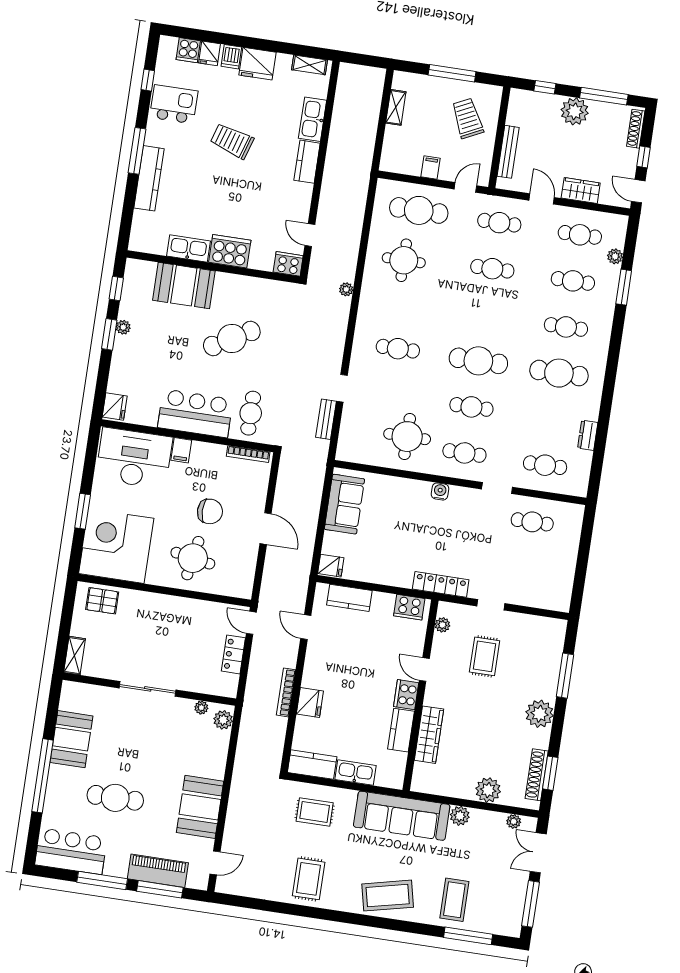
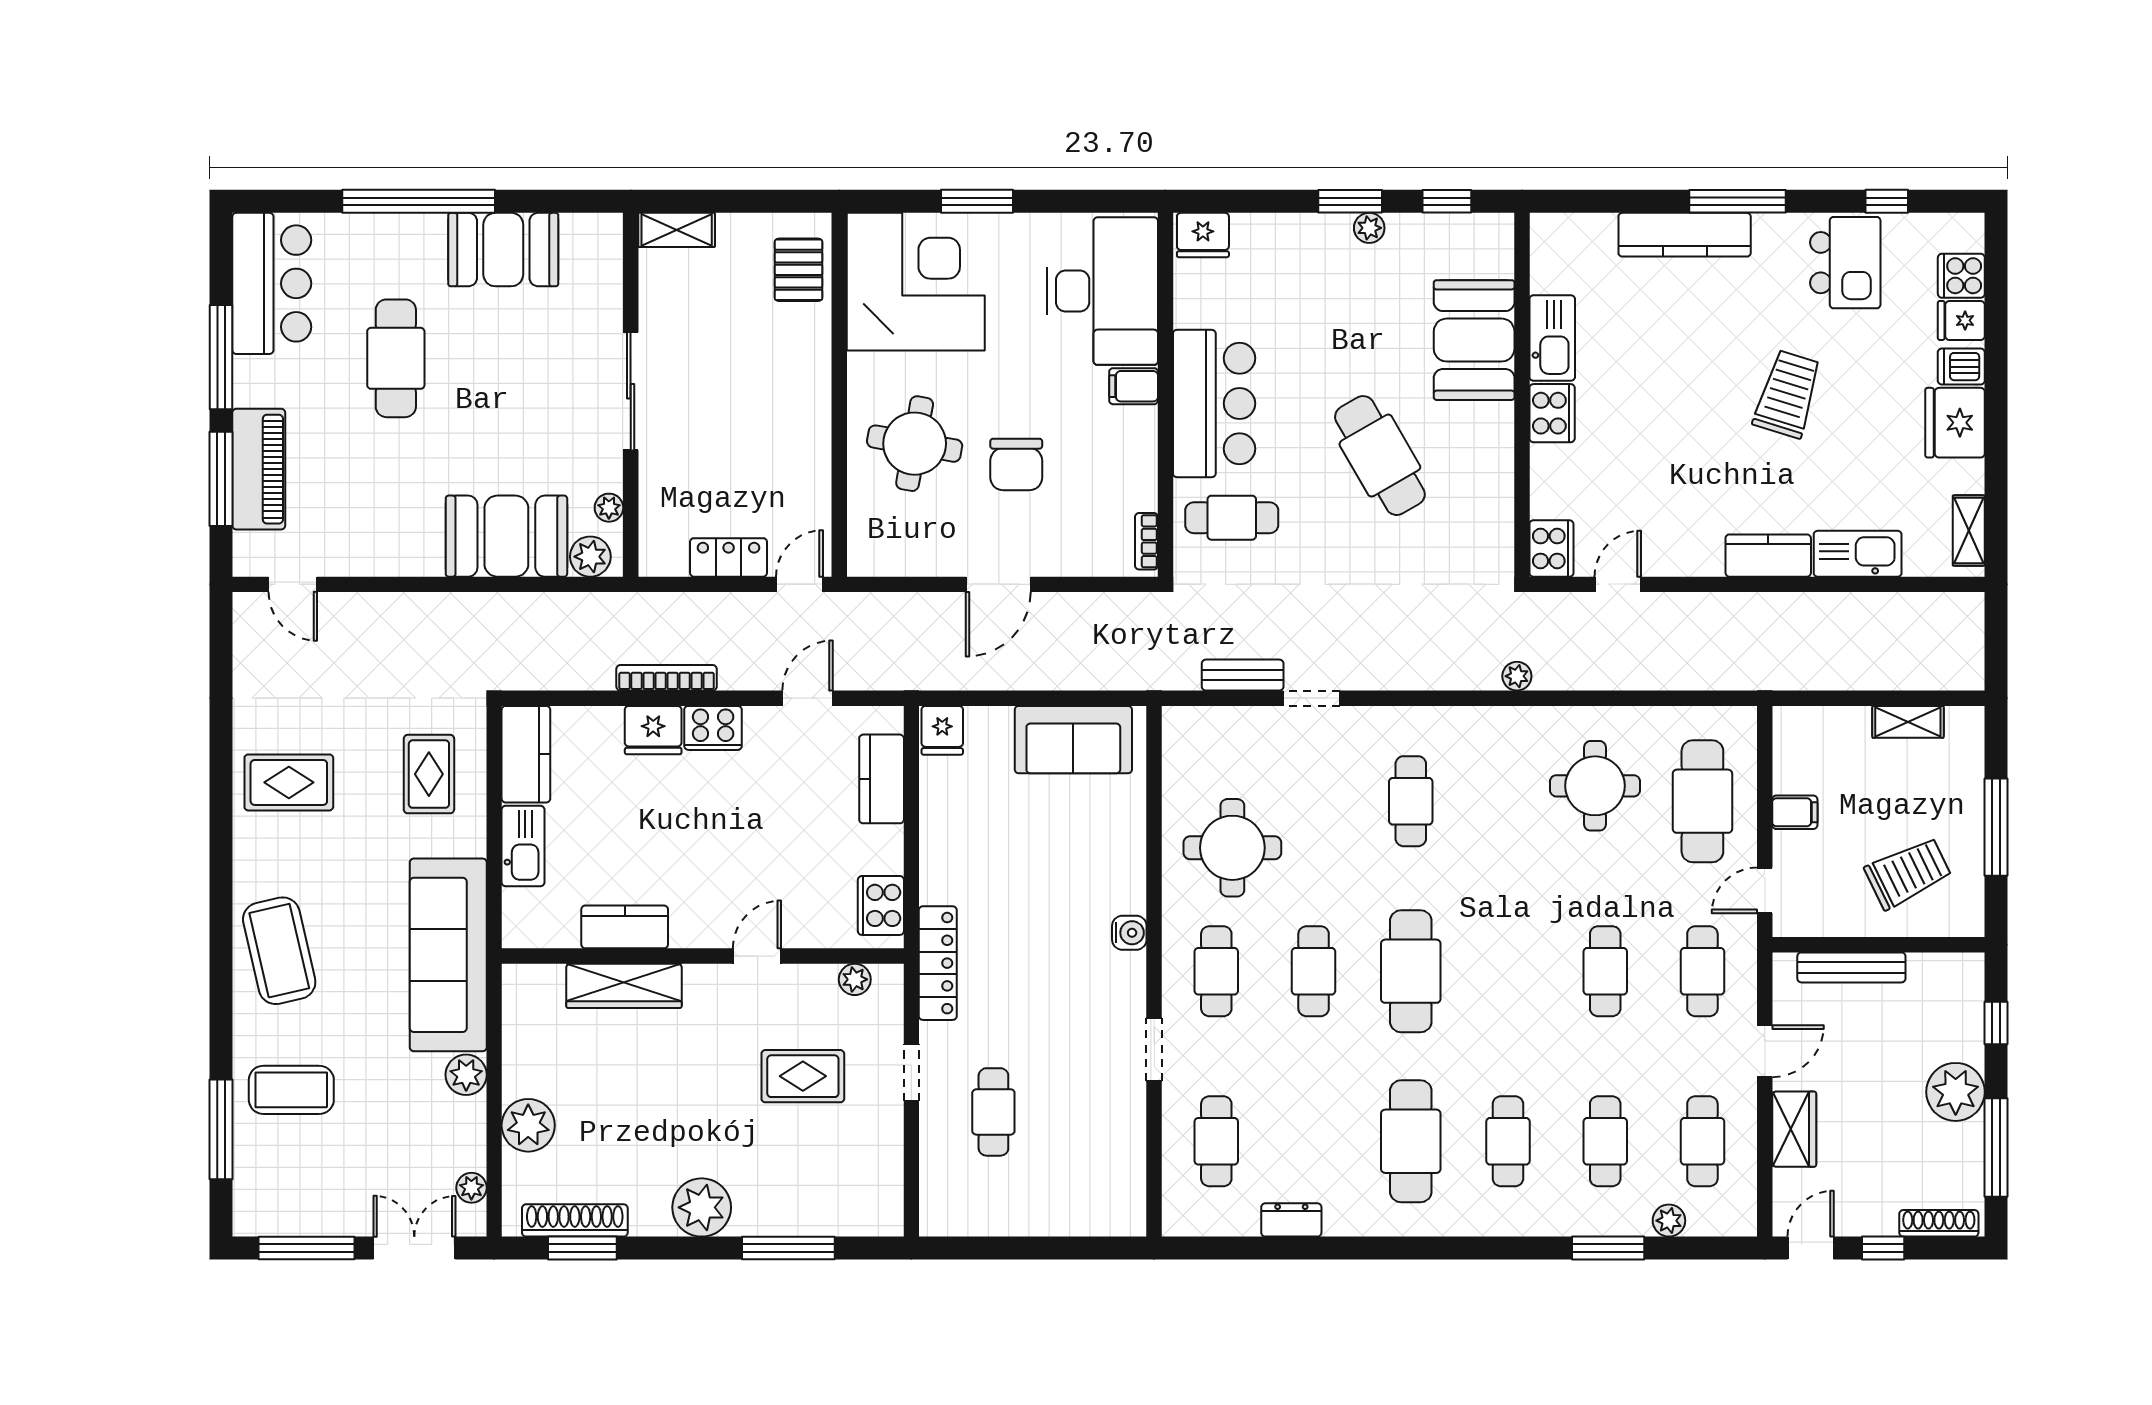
door: (465, 187) -> (1765, 890), swing flipped
cooker: (230, 251) -> (1552, 413), width x0.73, depth x0.76
bookcase: (248, 454) -> (1147, 541), width x0.64
cafe table: (532, 522) -> (993, 1112), moved
cooker: (406, 695) -> (713, 728), moved, turned 180
booth: (200, 807) -> (506, 536), moved

